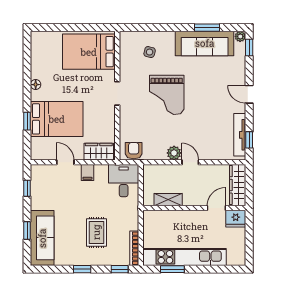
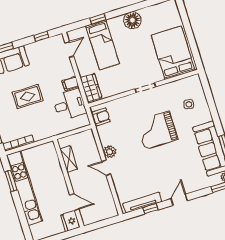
floor lamp: (36, 85) -> (132, 20), width x1.89, depth x1.89
bed: (57, 119) -> (103, 45), width x0.67
window: (249, 140) -> (150, 209), moved
door: (65, 162) -> (69, 50), moved
door: (190, 162) -> (106, 168), swing flipped
desk: (124, 181) -> (69, 105), moved
wardrobe: (238, 185) -> (99, 214), removed
rug: (96, 232) -> (28, 96), moved

